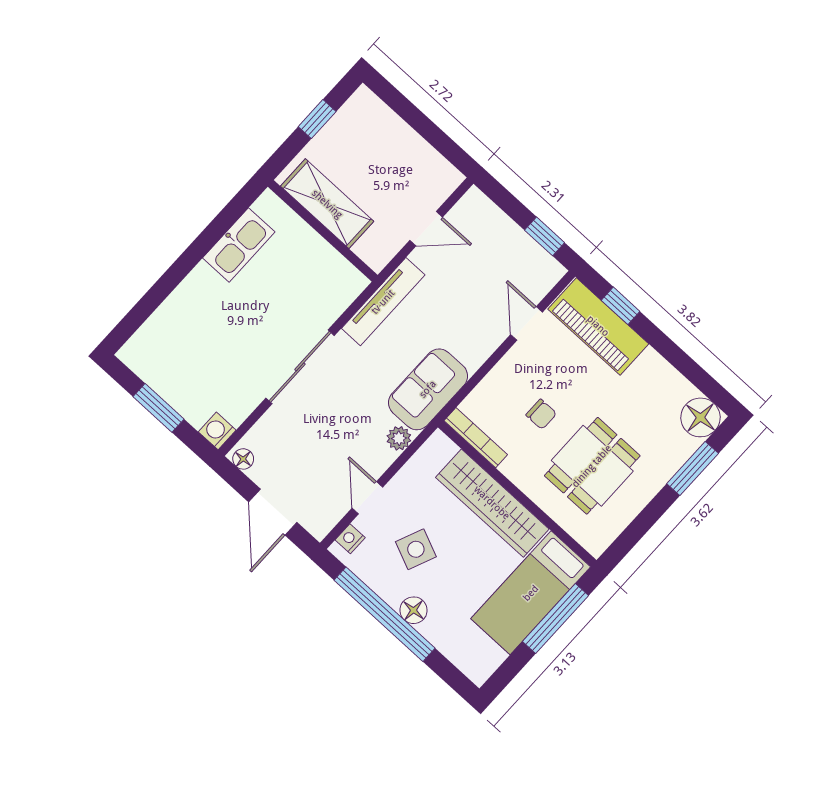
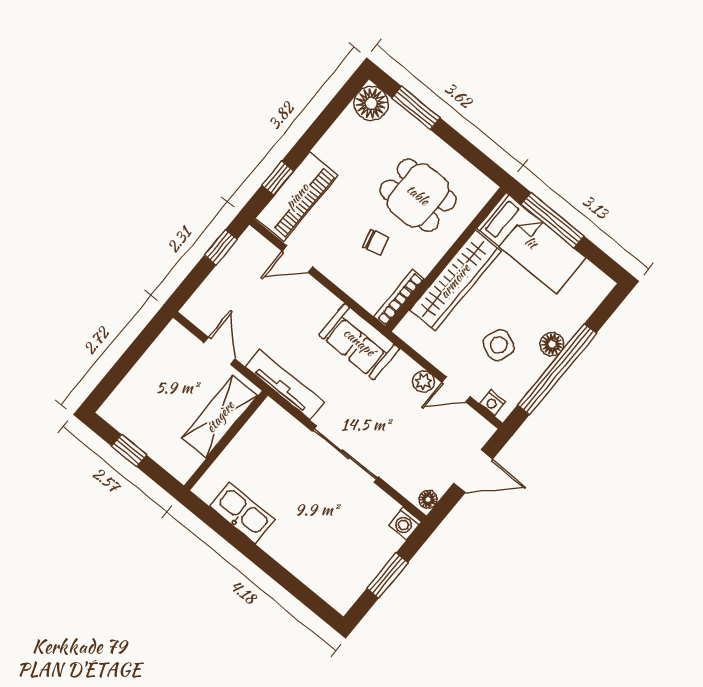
shelving: (327, 204) -> (220, 417), moved
chair: (541, 414) -> (376, 242), turned 76
plant: (399, 438) -> (423, 382), moved

